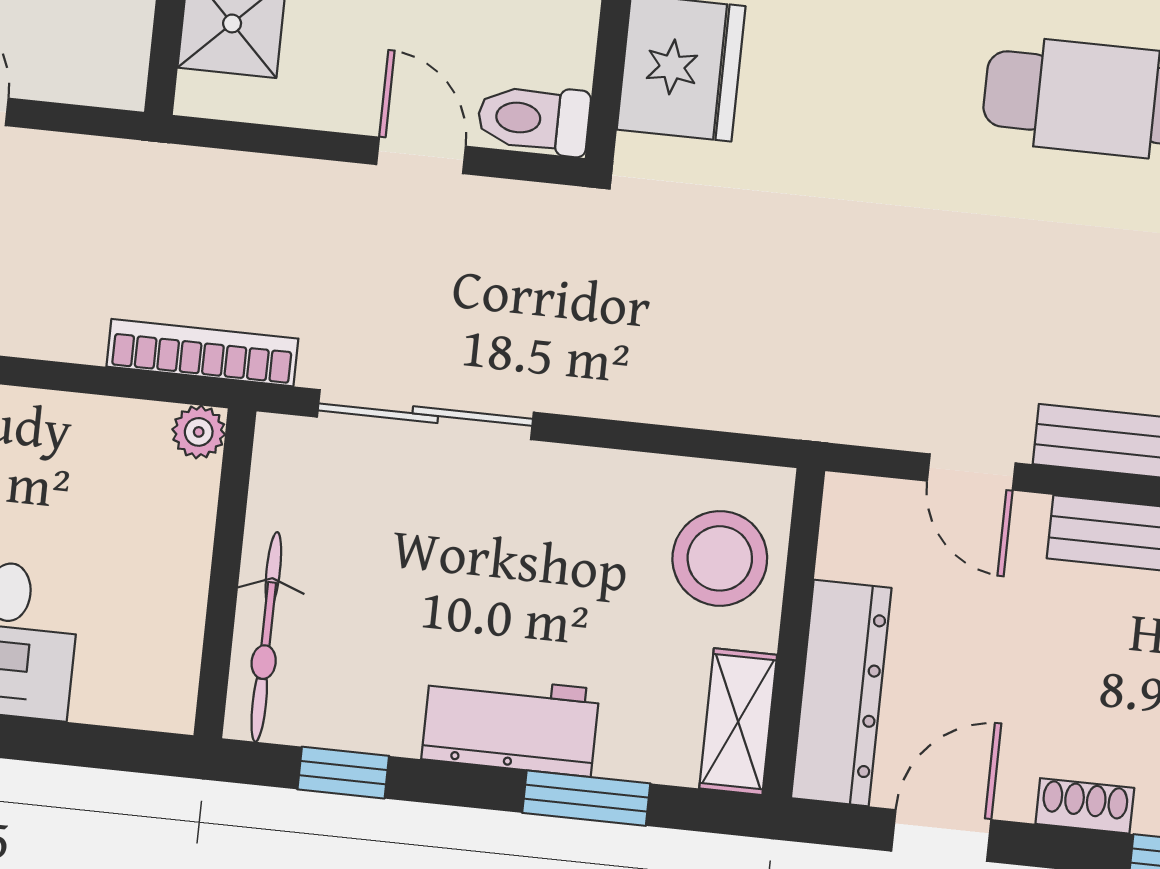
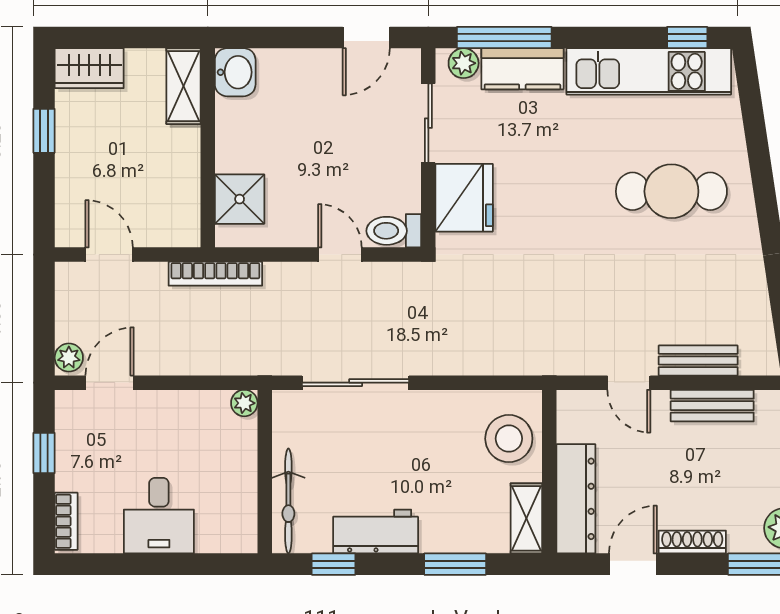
bookcase: (202, 353) -> (215, 274), moved, turned 180
workbench: (510, 724) -> (376, 532), moved
shoe rack: (1085, 806) -> (692, 542), width x1.43

